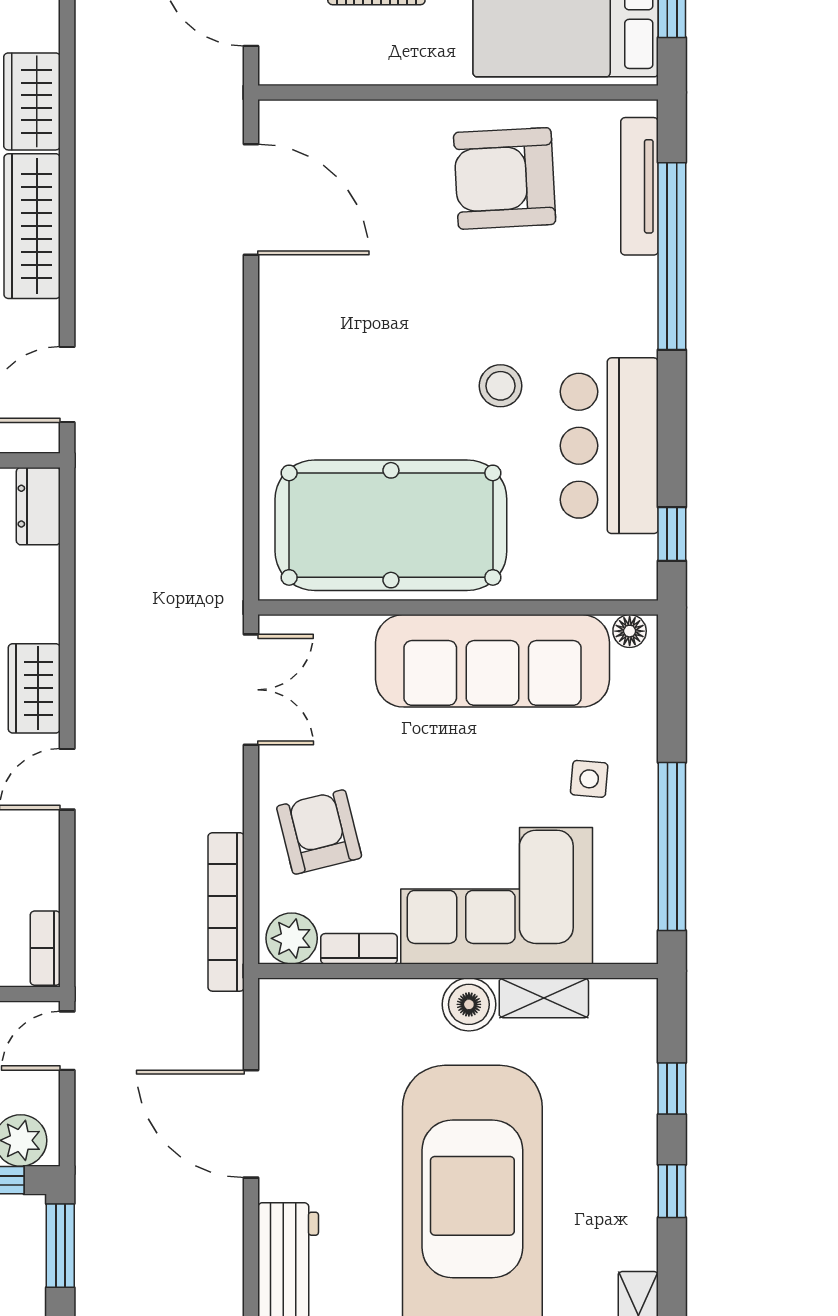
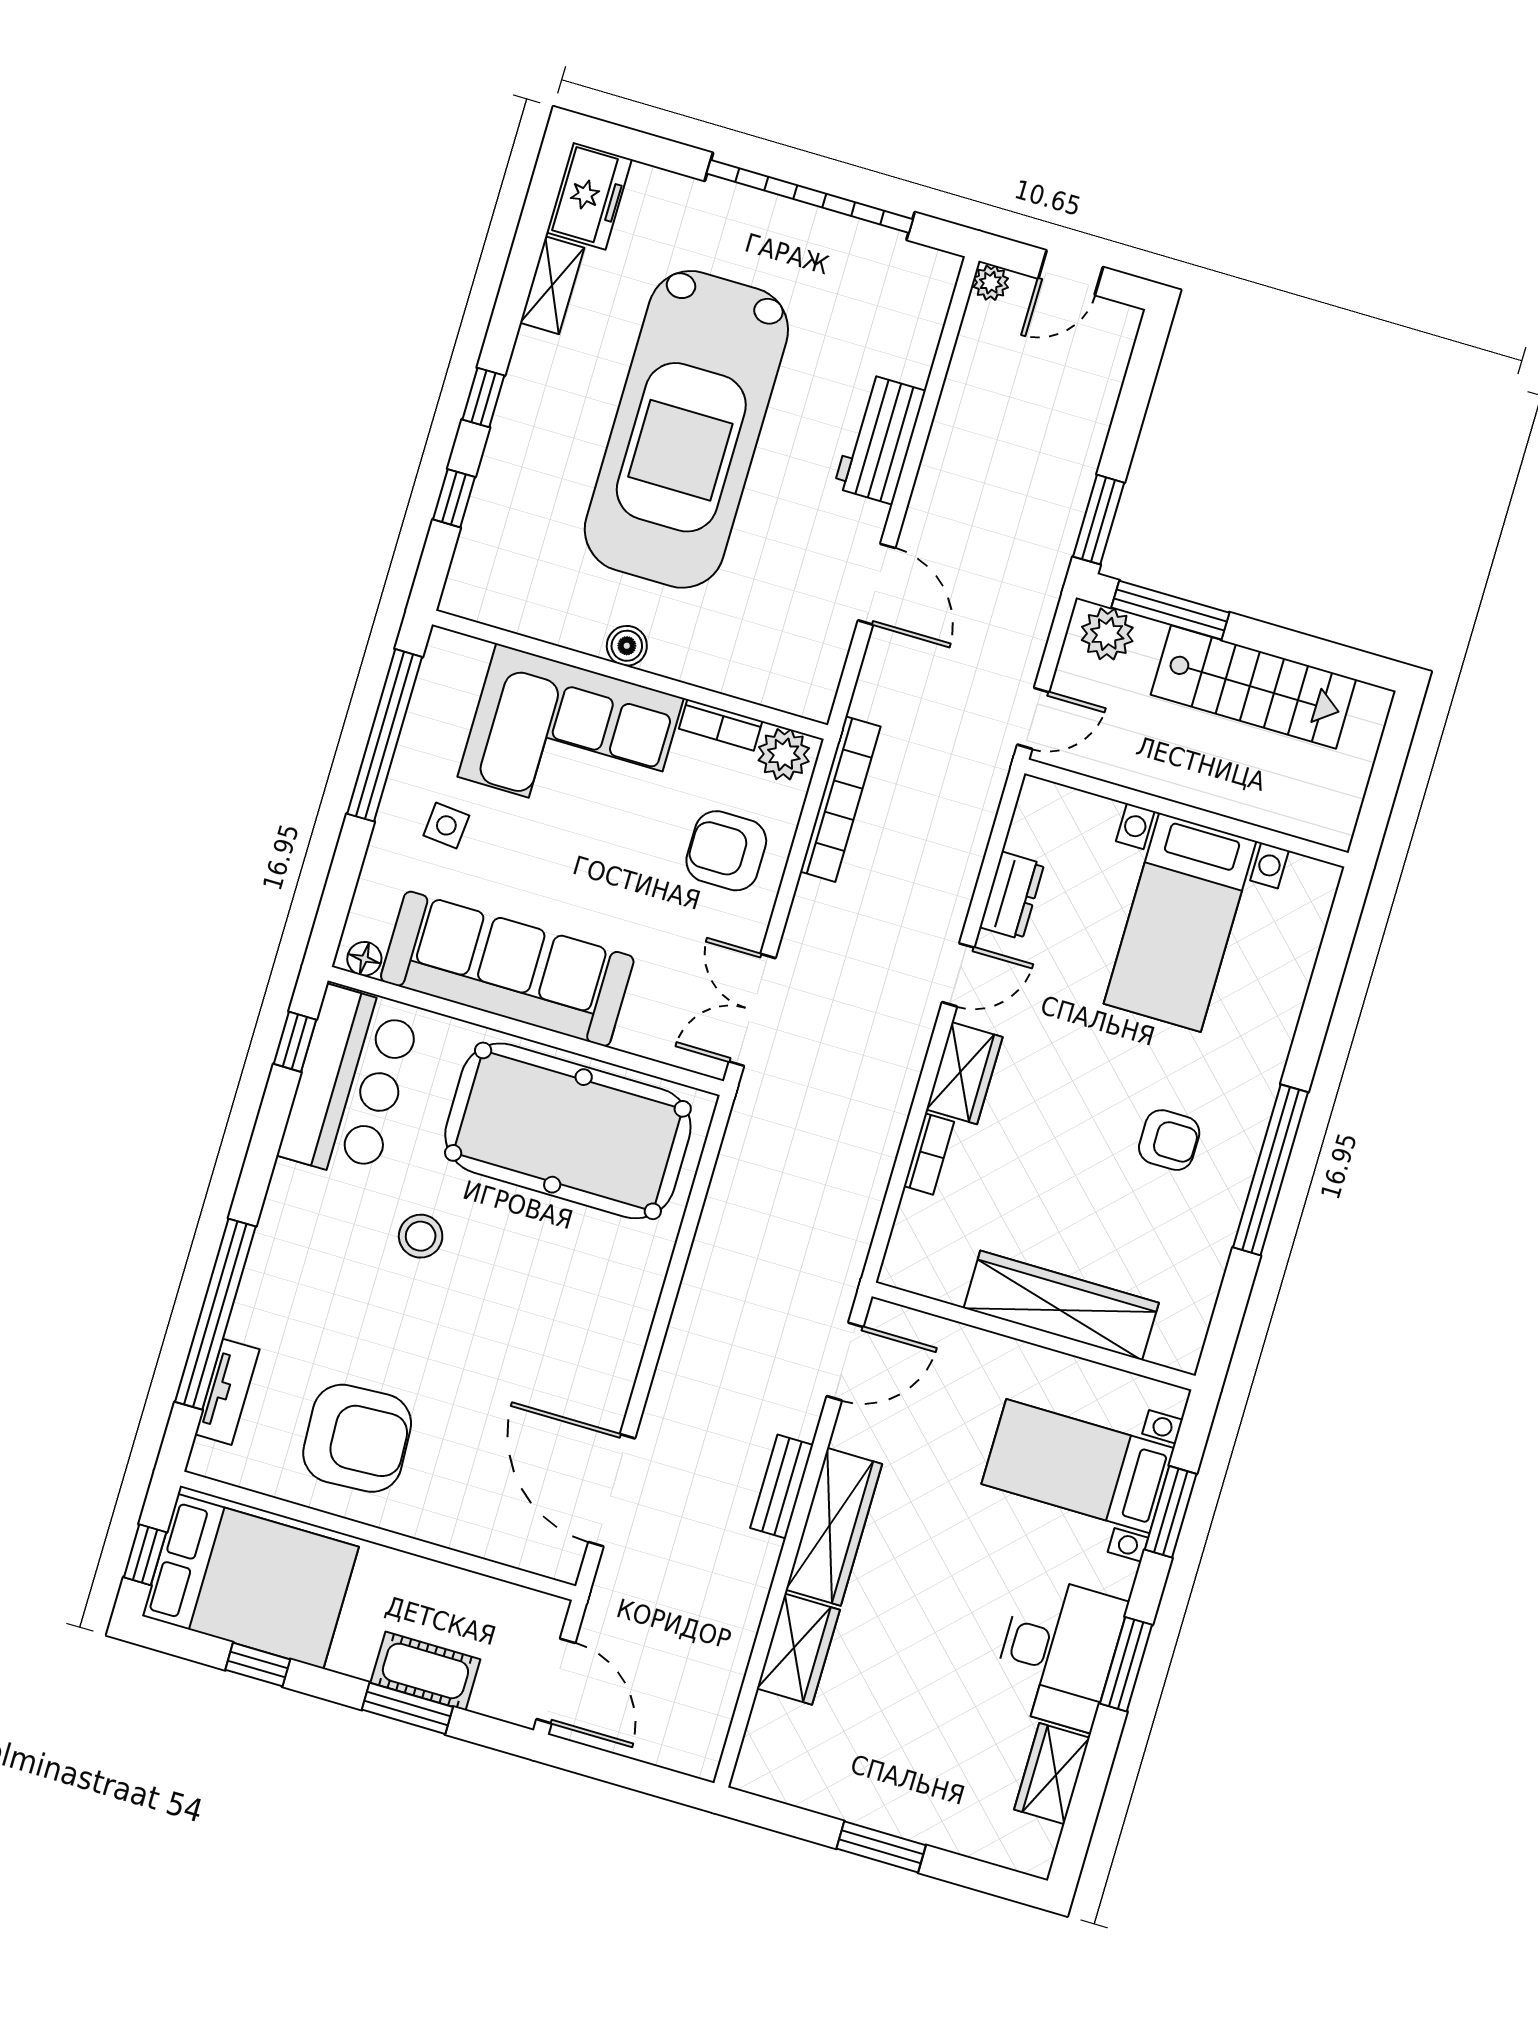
tv unit: (639, 186) -> (227, 1392), width x0.71
bench: (92, 250) -> (782, 1487), added
bar counter: (609, 446) -> (350, 1083), moved
dresser: (38, 506) -> (1012, 896), moved
armchair: (319, 832) -> (726, 851), turned 104
bookcase: (45, 948) -> (929, 1154), moved
shelving: (544, 998) -> (554, 624), removed
boiler: (469, 1004) -> (627, 646), width x0.73, depth x0.73
door: (251, 1124) -> (877, 584), width x0.73

